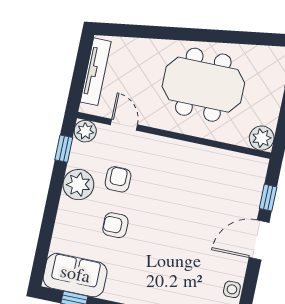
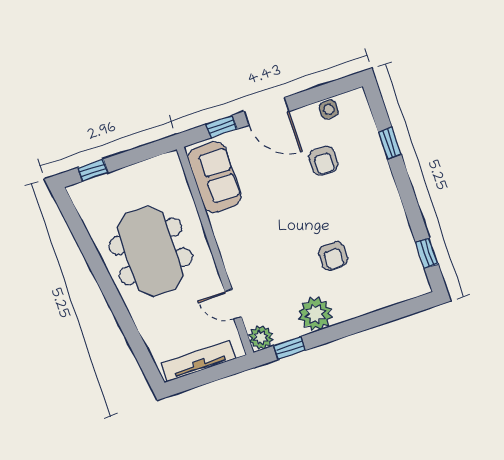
door: (124, 125) -> (233, 304), hinge flipped
plant: (262, 138) -> (169, 166), removed
armchair: (118, 179) -> (323, 161), moved, turned -90
sofa: (75, 275) -> (214, 177), moved, turned 180

